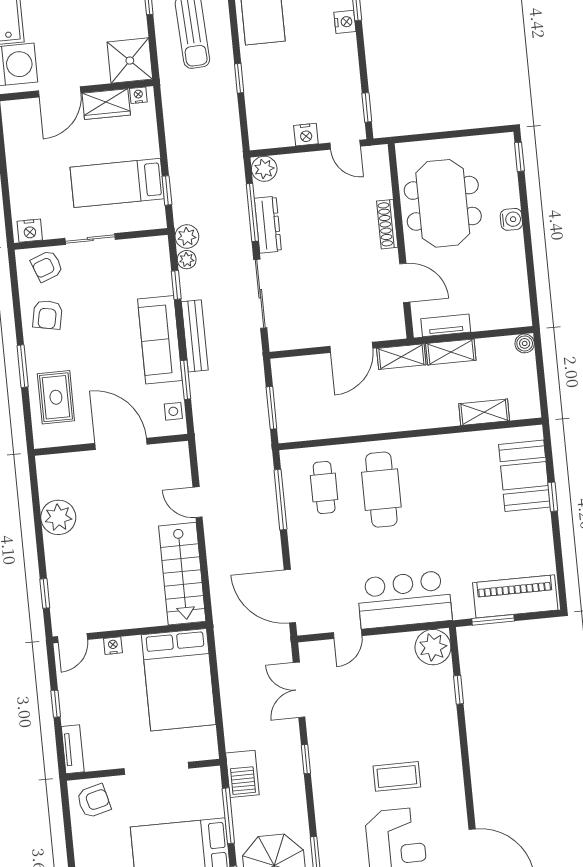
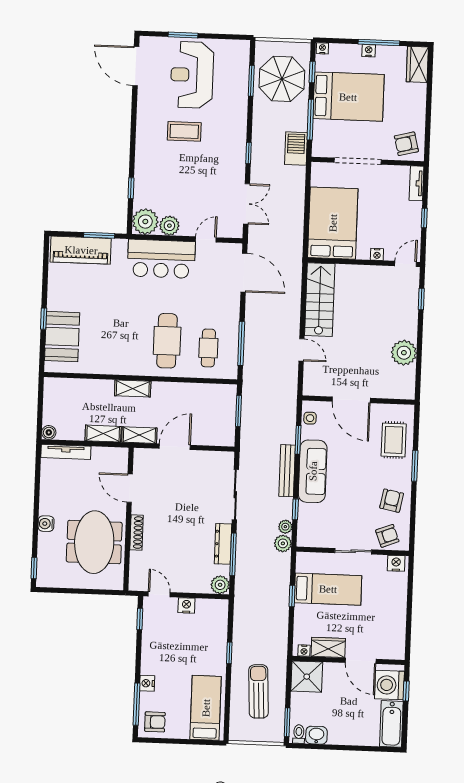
door: (60, 92) -> (361, 661), swing flipped
window: (167, 190) -> (292, 596), moved
tv unit: (446, 325) -> (66, 452), moved, width x1.41
shelving: (484, 412) -> (133, 388), moved
plant: (400, 646) -> (169, 226), added

